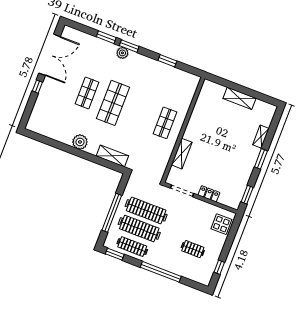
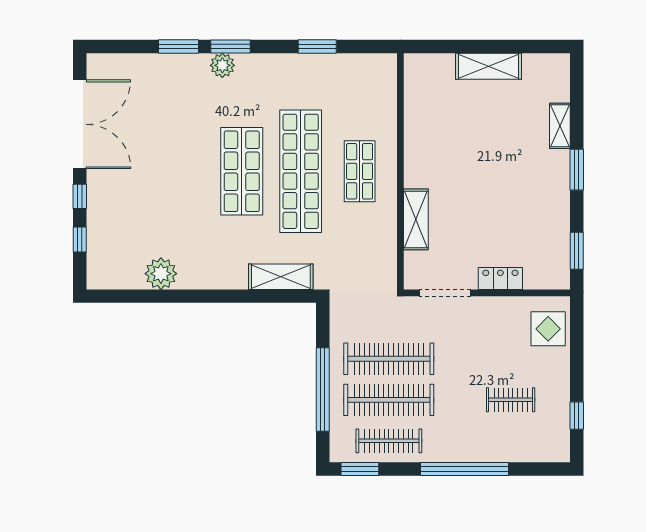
shop shelf: (87, 93) -> (301, 171), moved, width x2.00, depth x1.36
window: (30, 106) -> (80, 240), added
plant: (80, 142) -> (161, 274), moved

